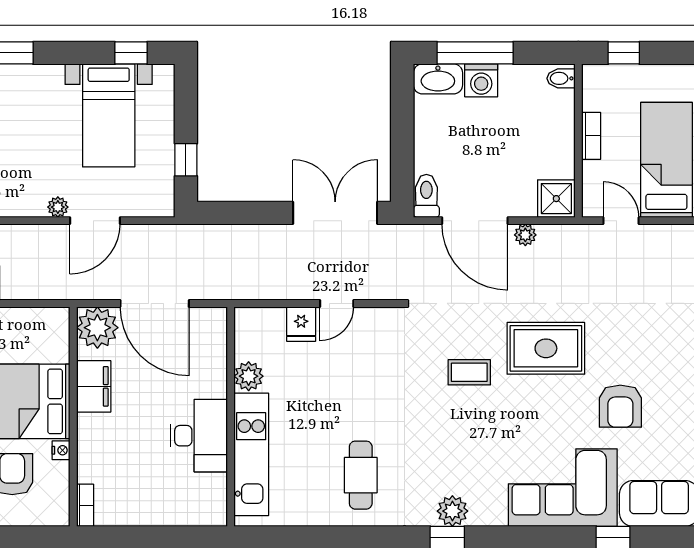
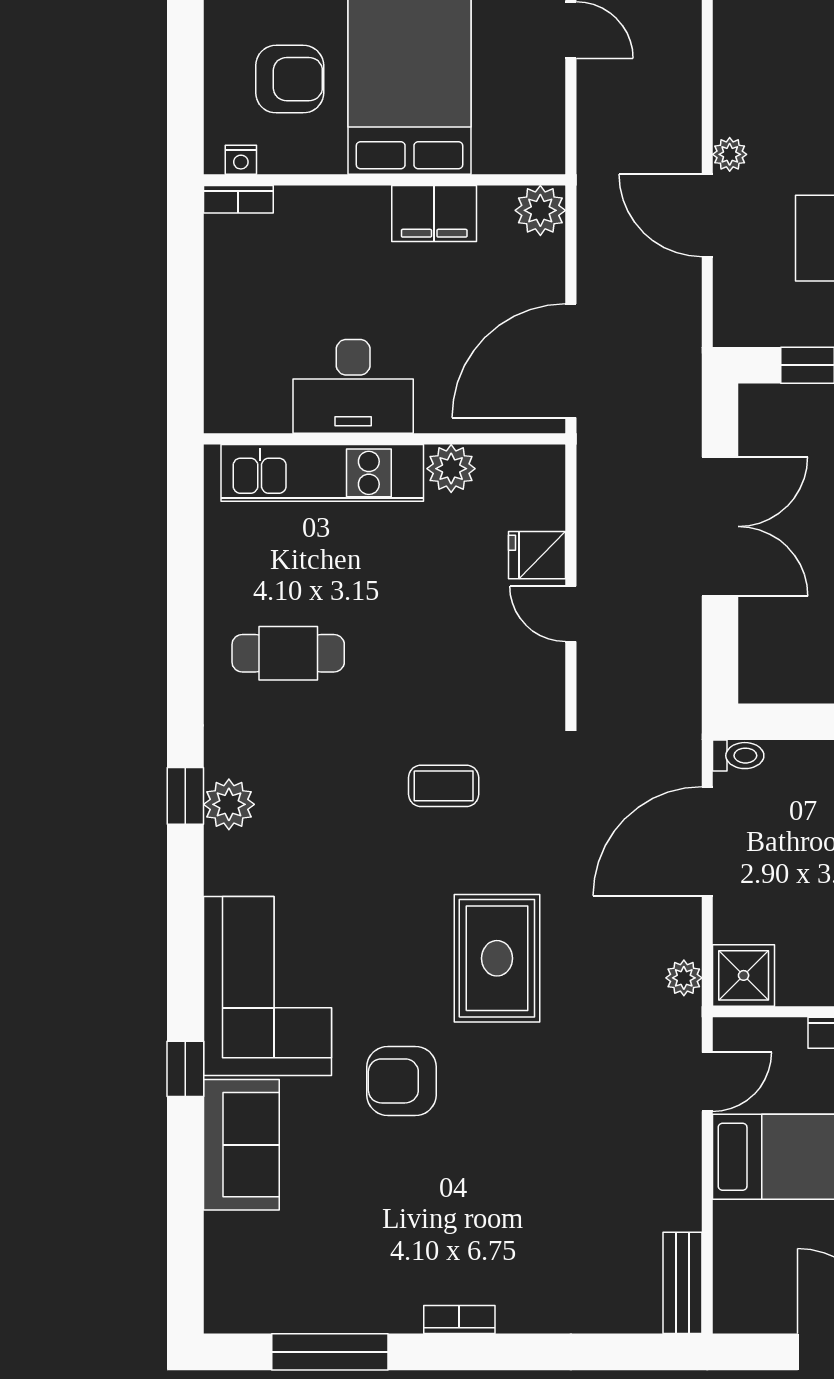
toilet: (426, 196) -> (738, 756), width x0.73, depth x0.72
double door: (335, 213) -> (720, 526), moved
plant: (525, 235) -> (684, 978), moved
door: (155, 303) -> (571, 361), moved
plant: (97, 328) -> (540, 210), width x0.73, depth x0.73
coffee table: (469, 372) -> (444, 786), moved, turned 90
nightstand: (61, 450) -> (241, 160), moved

